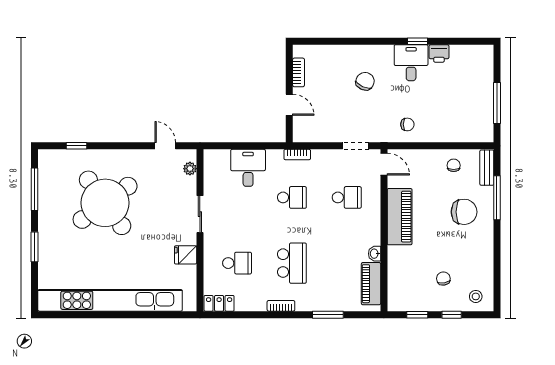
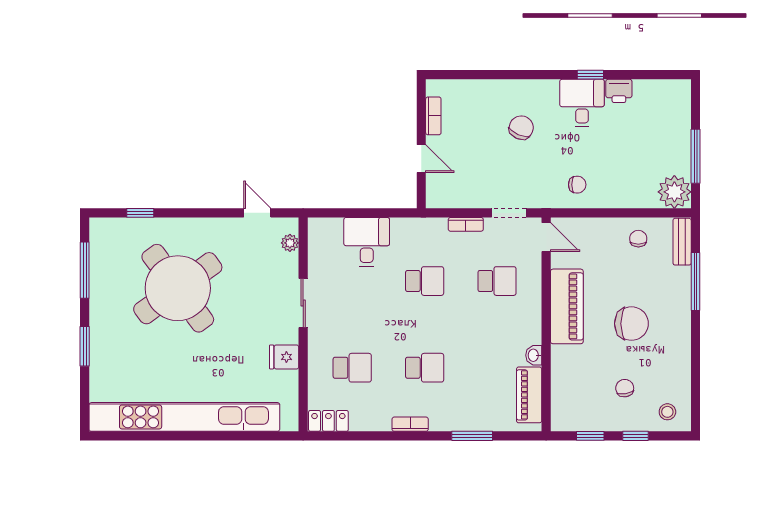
plant: (481, 130) -> (674, 192), added
bookcase: (297, 155) -> (466, 224), moved
chair: (464, 212) -> (631, 324), moved
school desk: (292, 263) -> (425, 368), width x0.54

